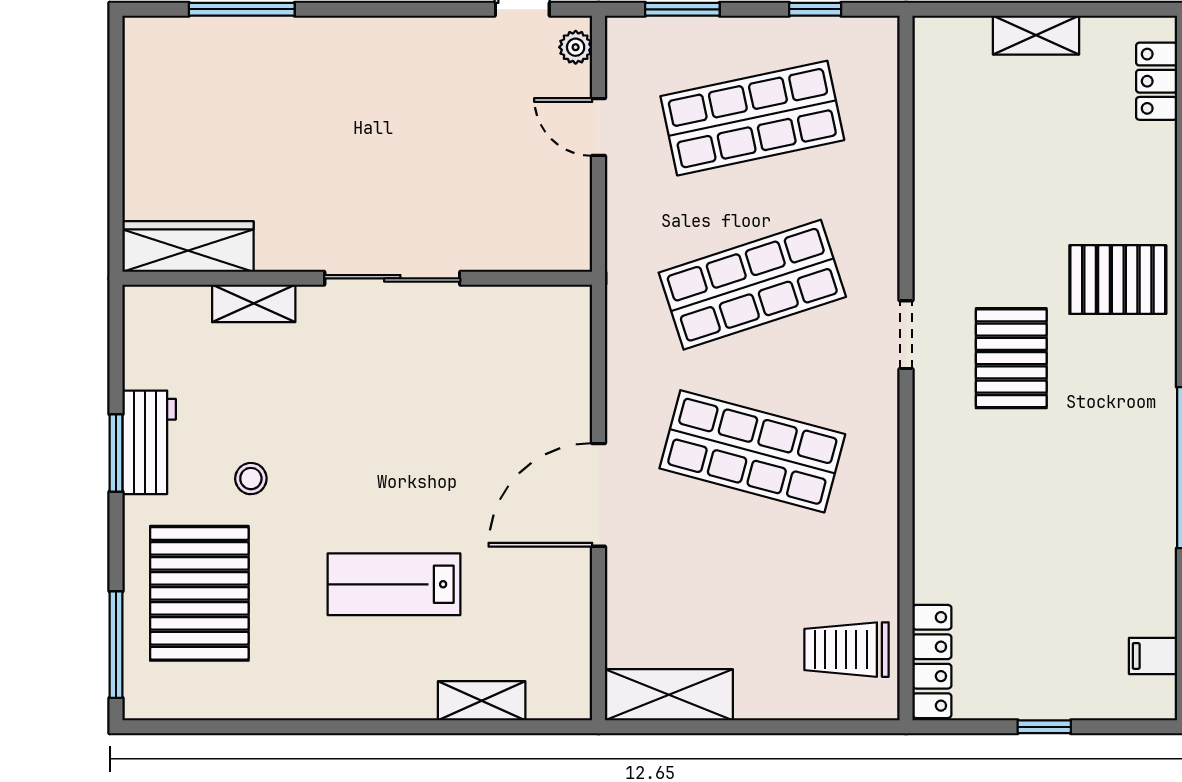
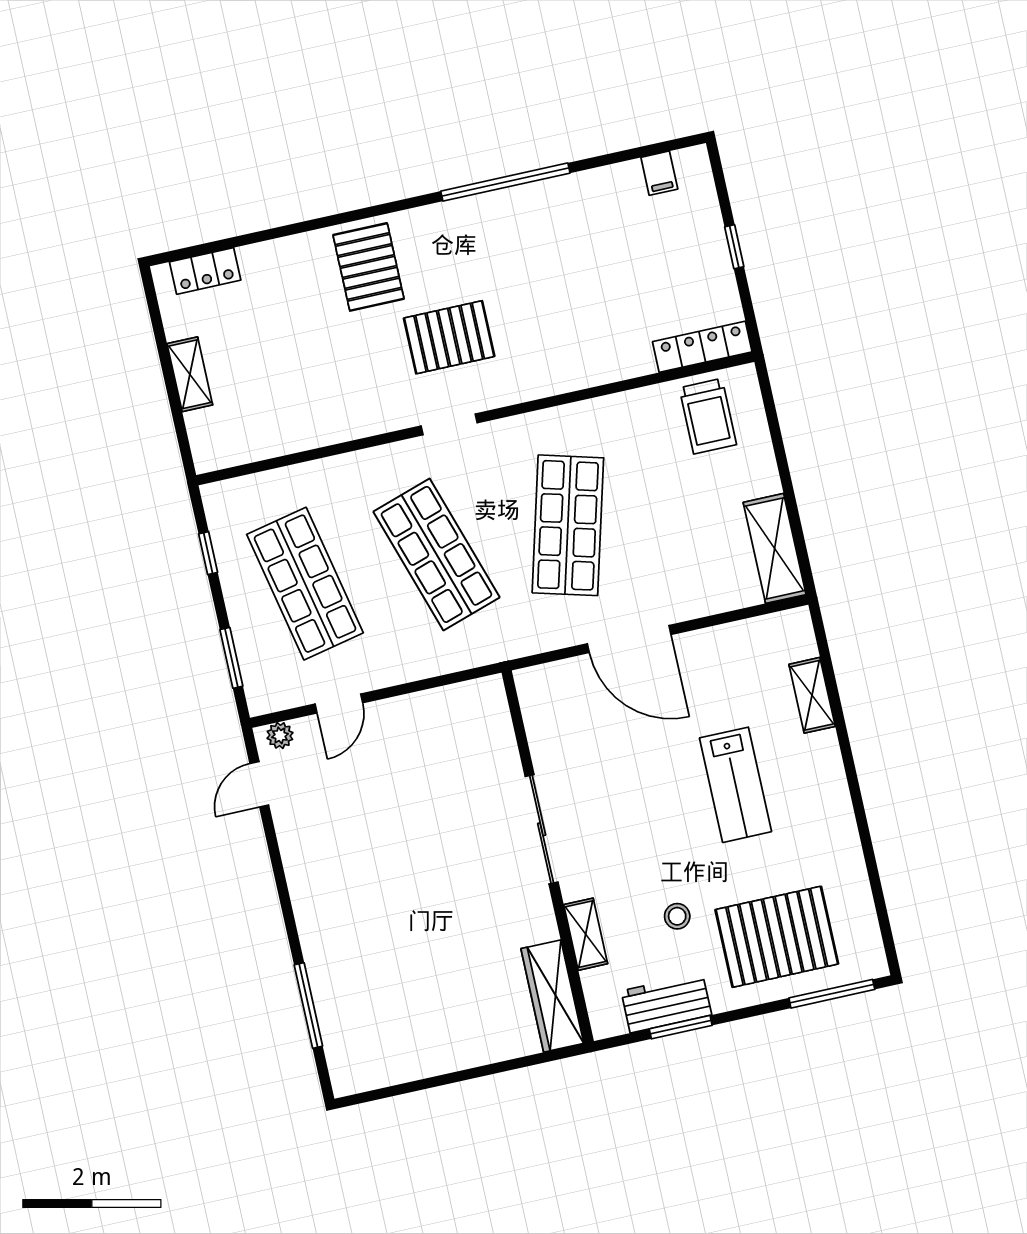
wardrobe: (188, 247) -> (552, 996), moved
wall: (357, 278) -> (548, 857), moved
sliding door: (392, 278) -> (542, 829), moved
shelving: (254, 303) -> (586, 934), moved

